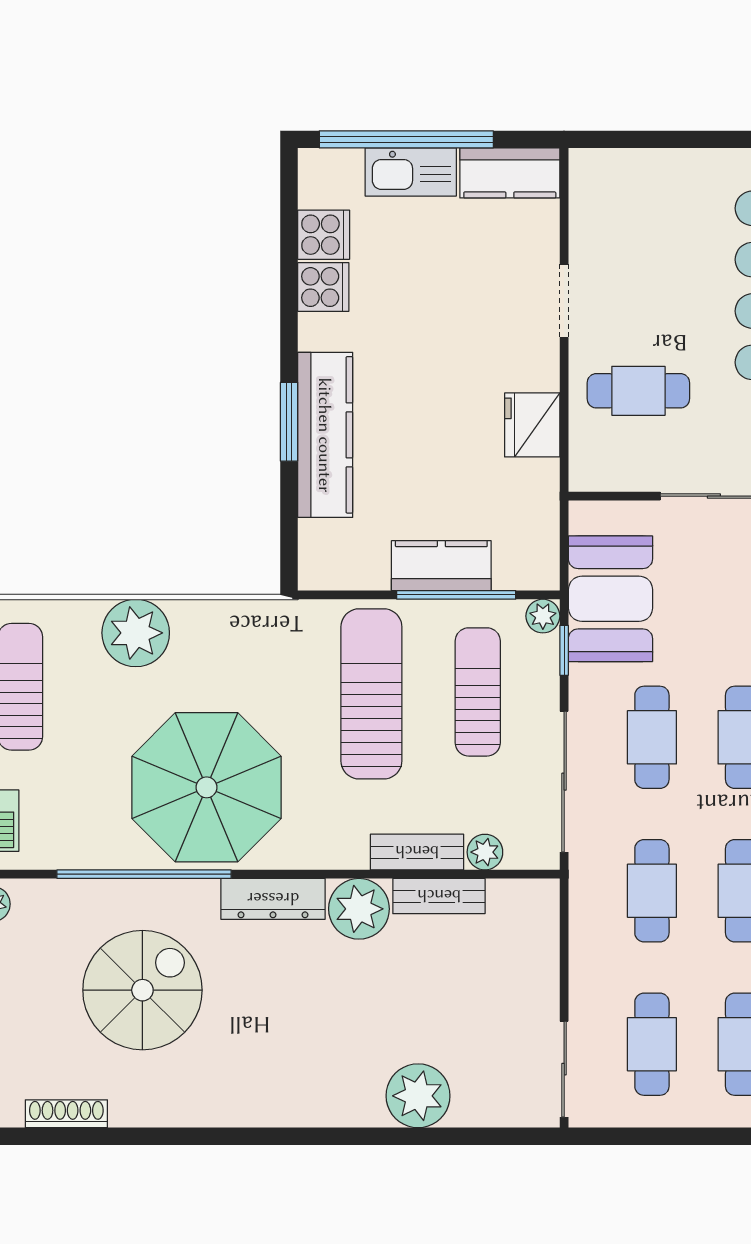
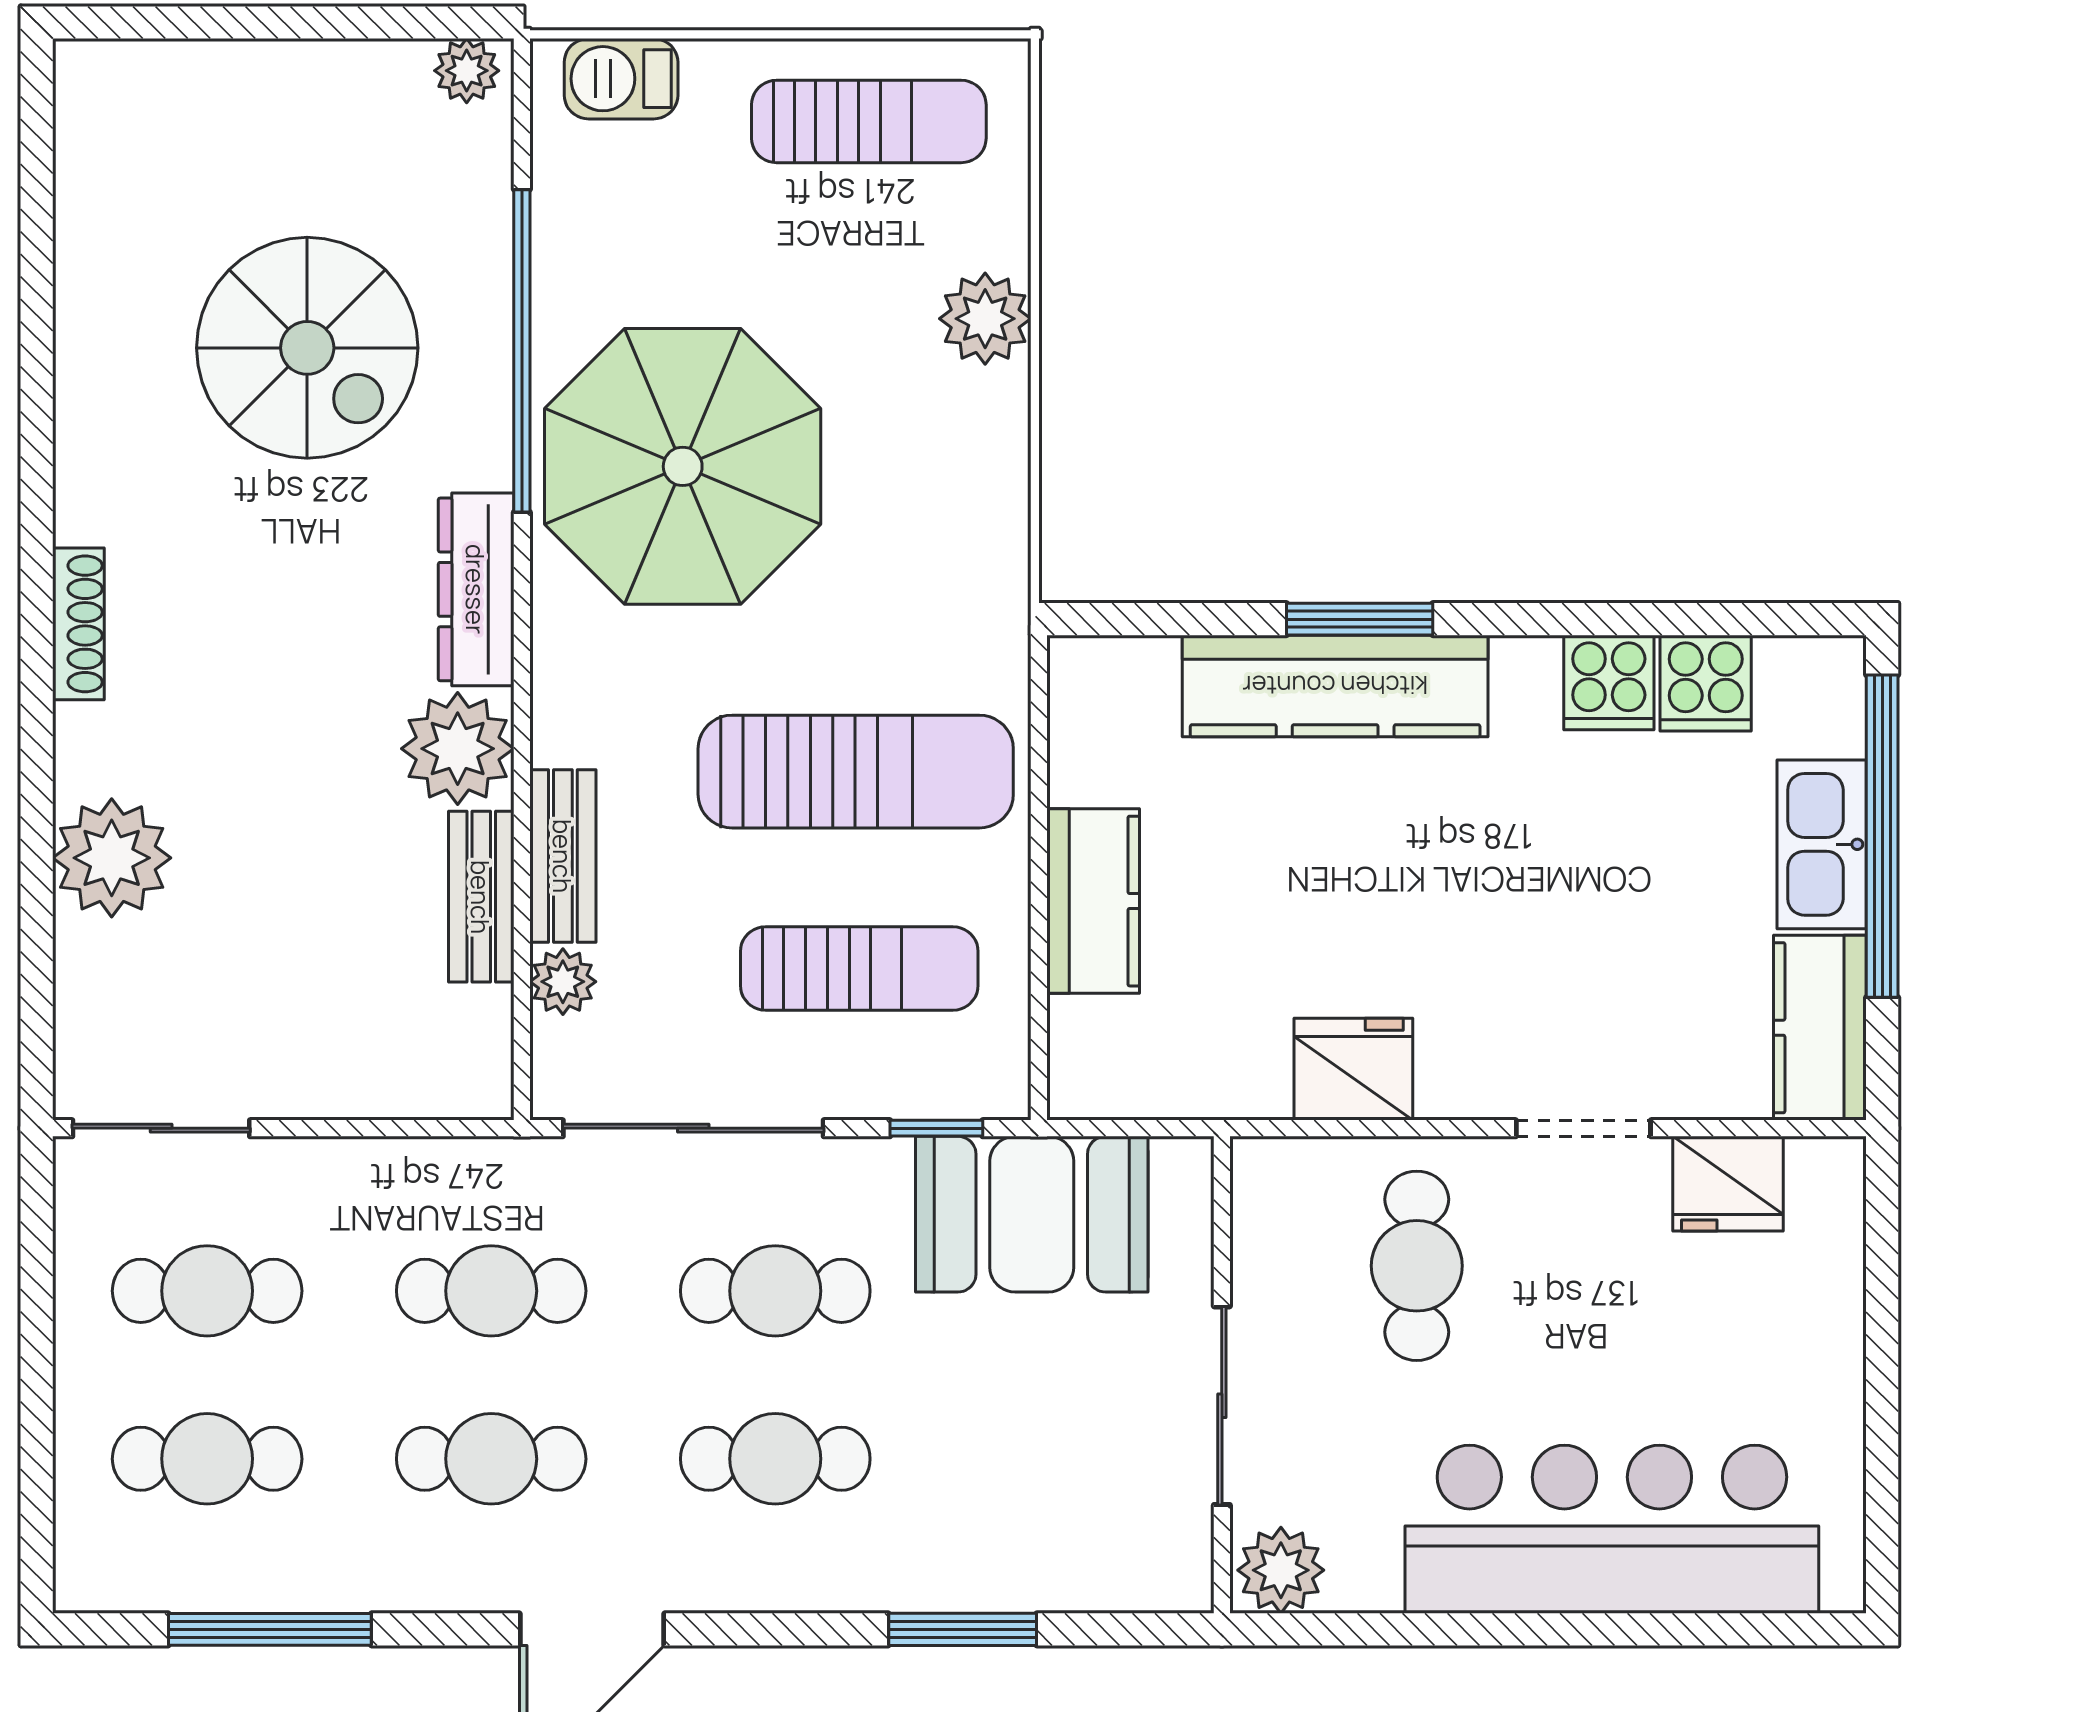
fridge: (594, 223) -> (1728, 1184), added
window: (456, 595) -> (1039, 928), removed
plant: (543, 616) -> (1000, 1089), removed
plant: (136, 633) -> (985, 319), width x0.73, depth x0.73
shoe rack: (66, 1114) -> (78, 624), moved

